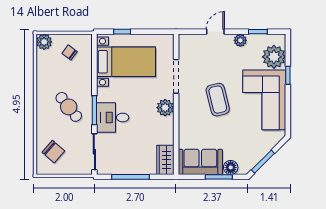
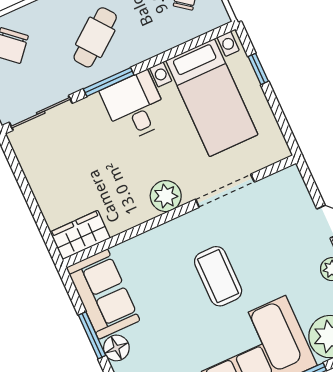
coffee table: (218, 100) -> (218, 276), turned -76
desk: (113, 117) -> (135, 106), moved
window: (131, 177) -> (26, 191), removed

